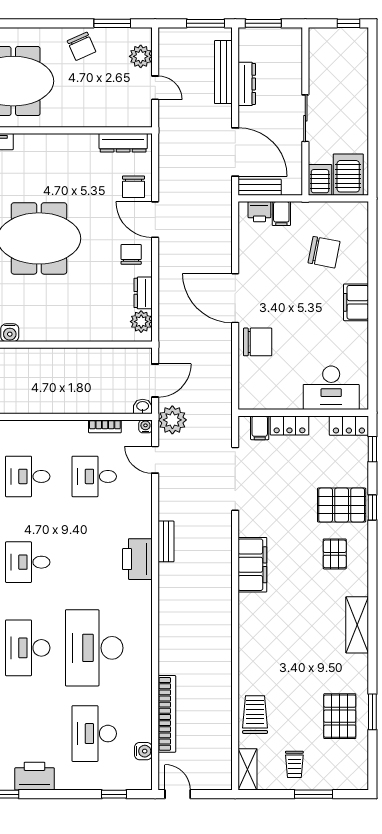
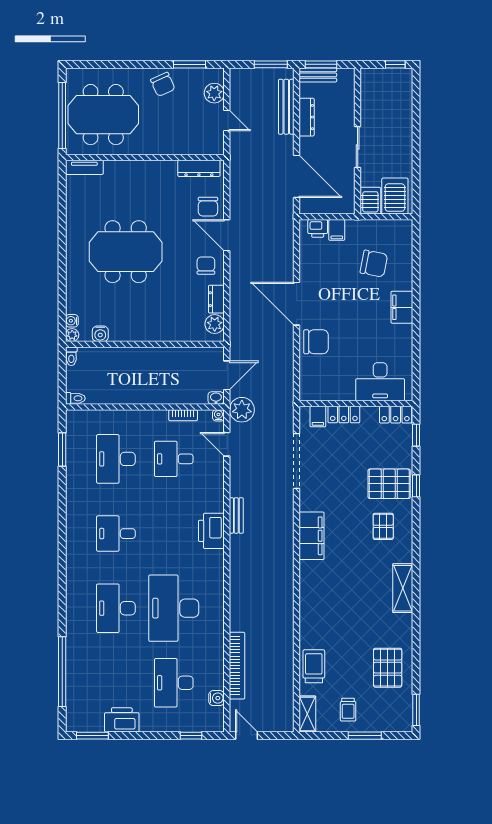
bench: (260, 187) -> (318, 75), moved
desk: (28, 476) -> (116, 459), width x1.37
window: (372, 712) -> (416, 710), moved

